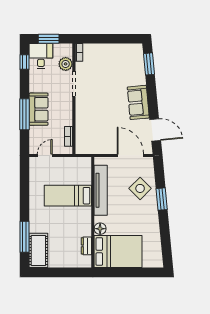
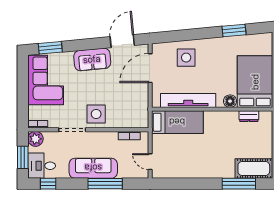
corner sofa: (119, 60) -> (46, 80), added
plant: (66, 64) -> (35, 139), moved
side table: (88, 106) -> (96, 114), added
sofa: (39, 109) -> (93, 168), width x1.36
side table: (140, 188) -> (186, 58), turned 45
bed: (68, 196) -> (177, 122), moved, turned -90
window: (162, 199) -> (234, 30), moved

